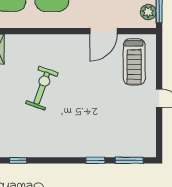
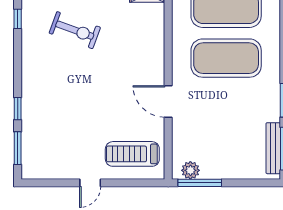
door: (104, 31) -> (168, 101), moved
exercise bike: (42, 88) -> (75, 30), moved

